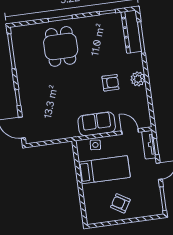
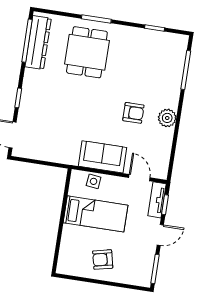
dresser: (131, 32) -> (38, 42), moved, turned 180
armchair: (120, 203) -> (103, 260), turned -44

